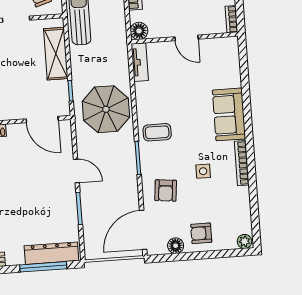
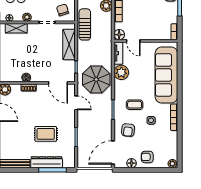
door: (186, 38) -> (133, 41), moved
plant: (147, 94) -> (121, 72), added
sofa: (229, 114) -> (166, 75), width x1.85, depth x1.27
coffee table: (157, 132) -> (135, 105), moved
door: (76, 171) -> (76, 103), moved
rug: (28, 207) -> (46, 134), added
dresser: (51, 253) -> (47, 162), moved

